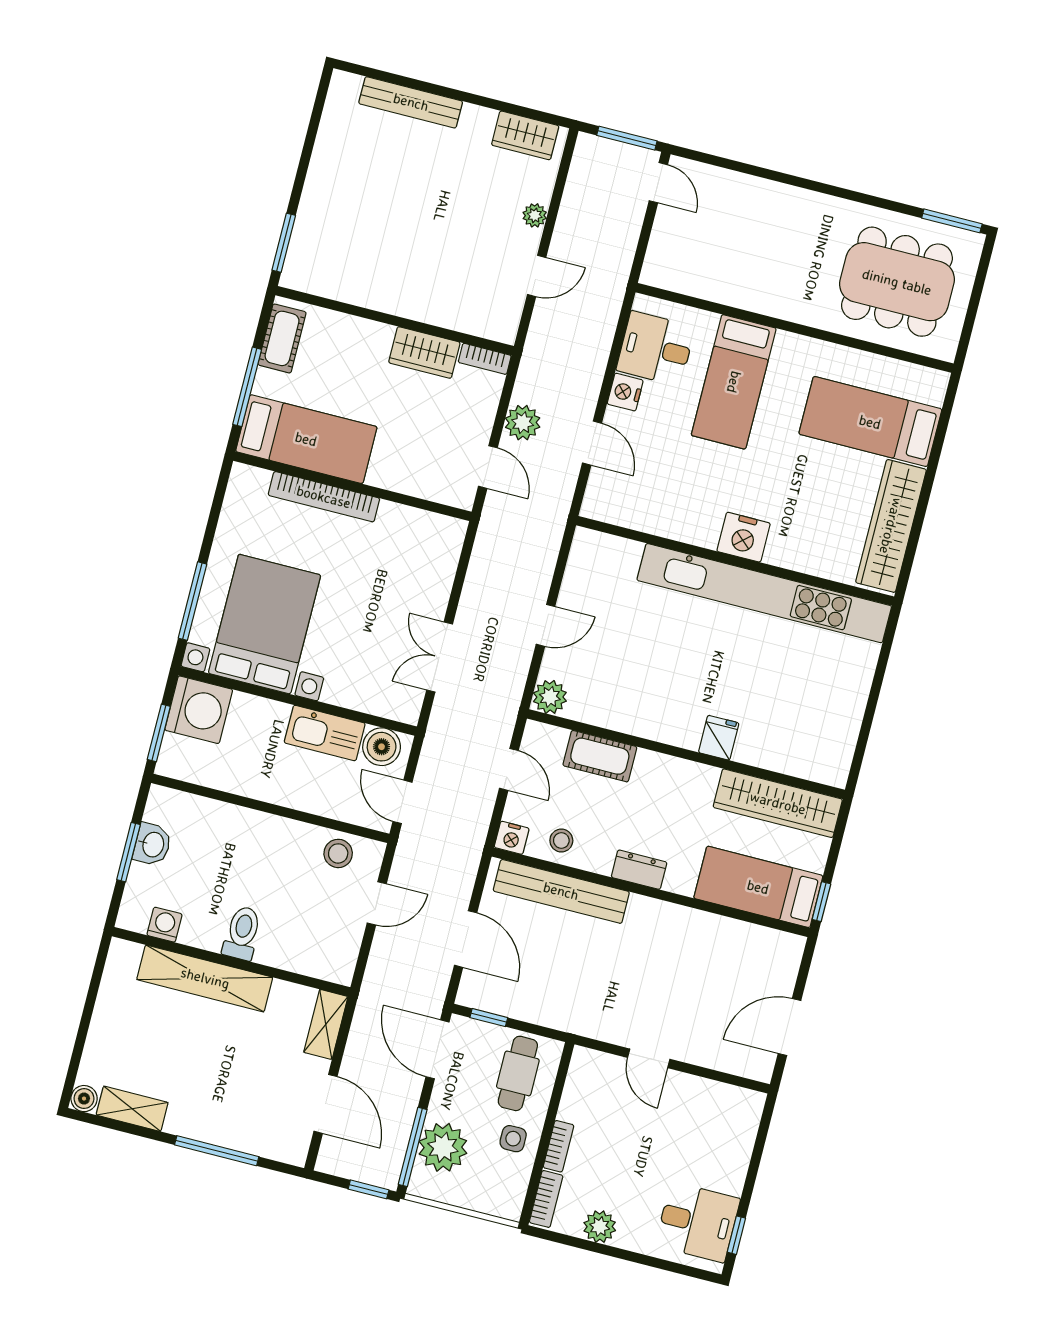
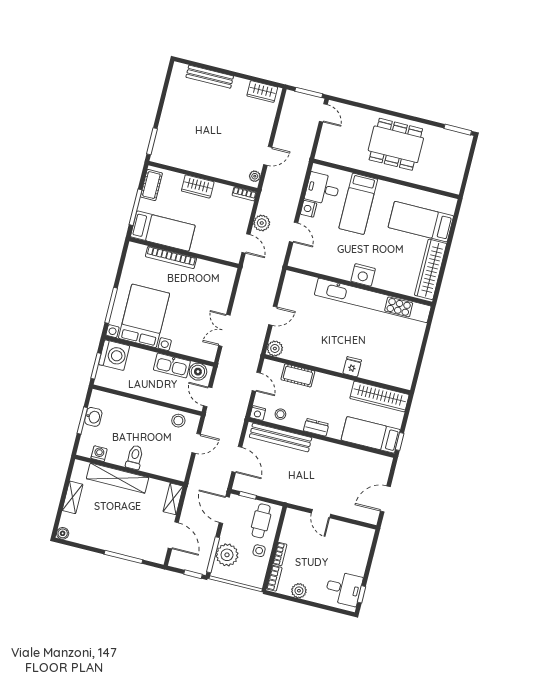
plant: (535, 215) -> (255, 176), moved
dining table: (897, 282) -> (396, 144), moved
wardrobe: (424, 353) -> (198, 186), moved
shelving: (132, 1109) -> (73, 497), moved, turned 90

